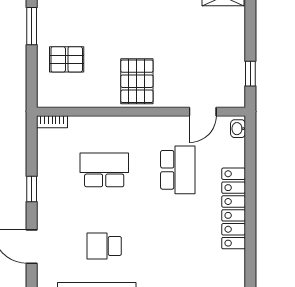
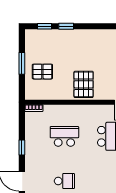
window: (32, 26) -> (22, 63), moved
school desk: (104, 246) -> (64, 181), turned 180

